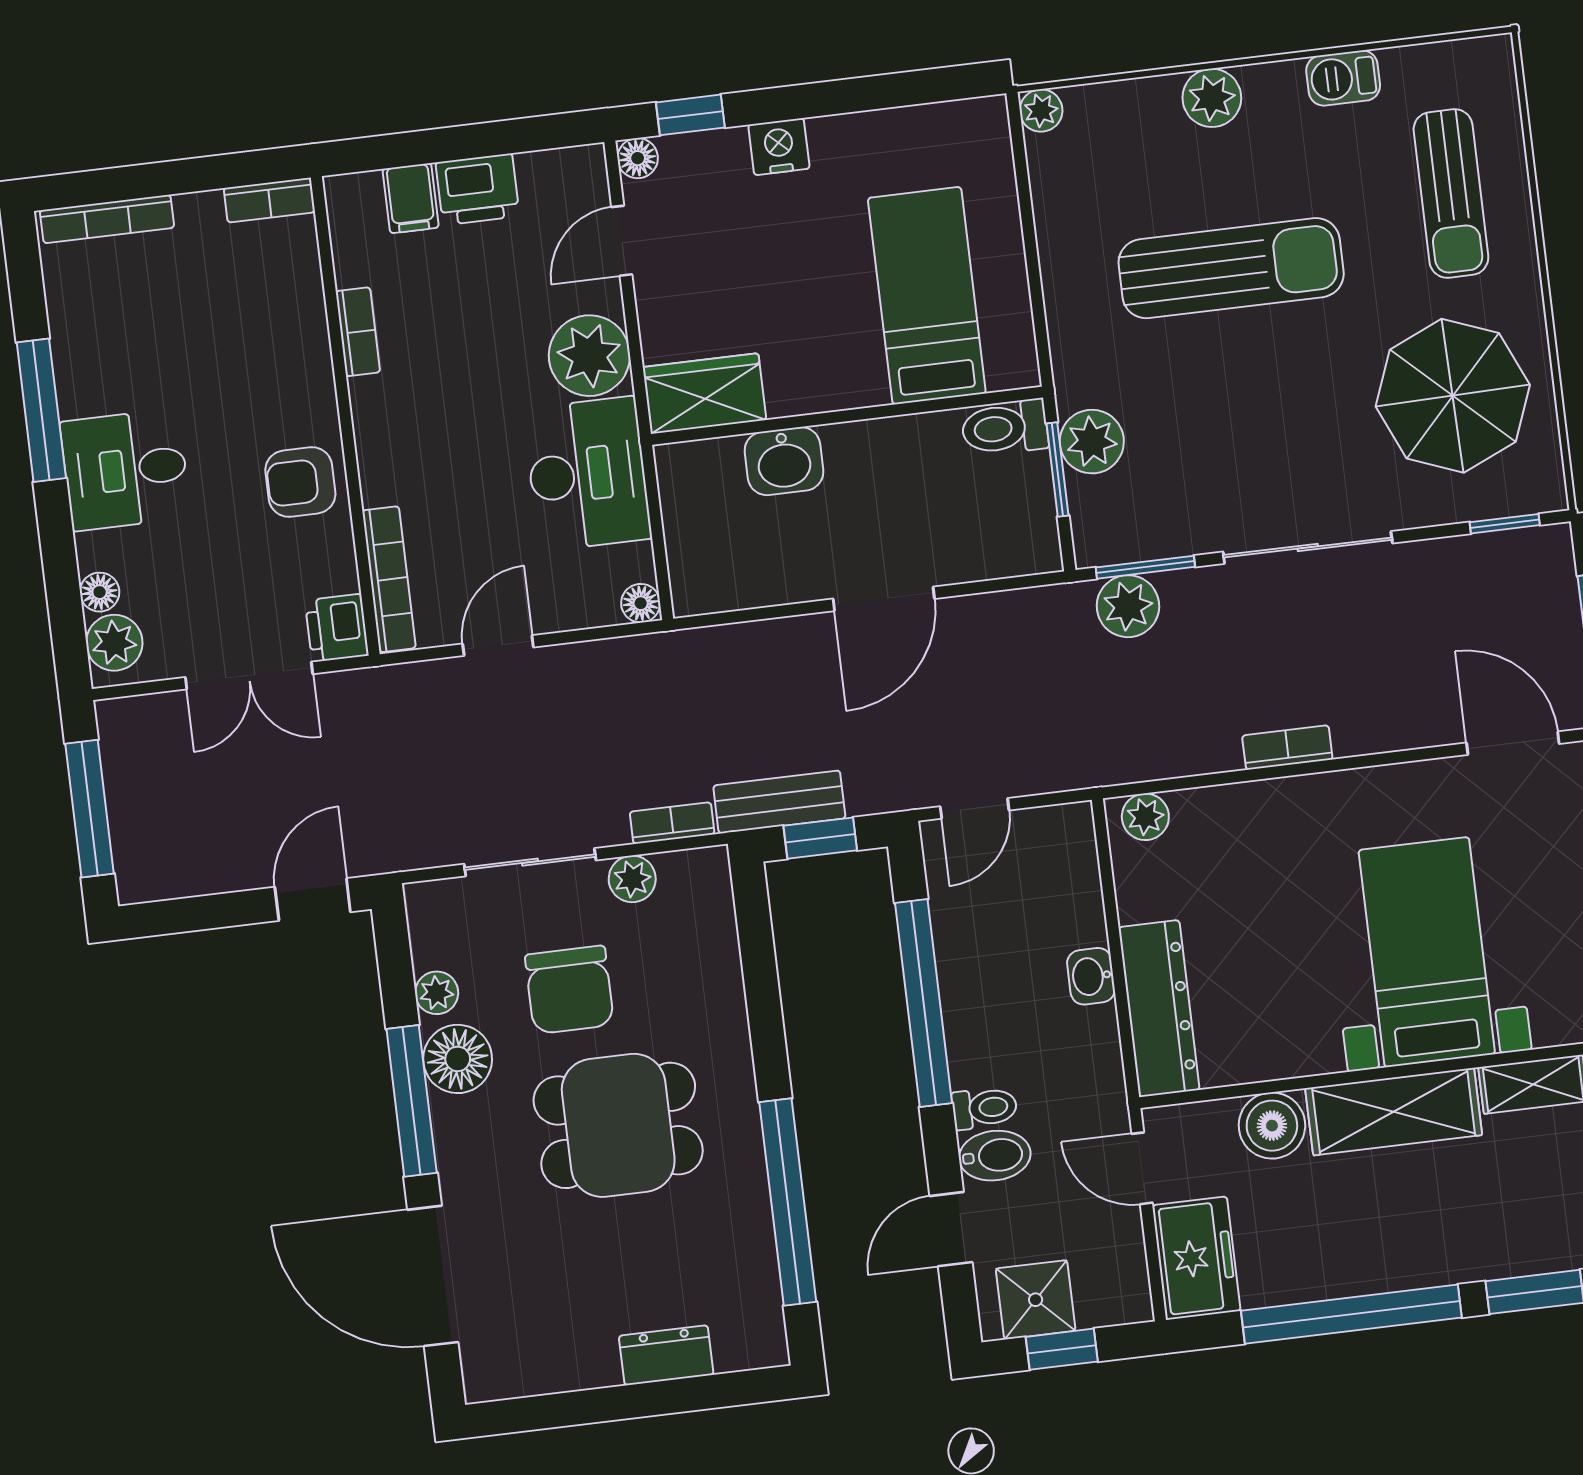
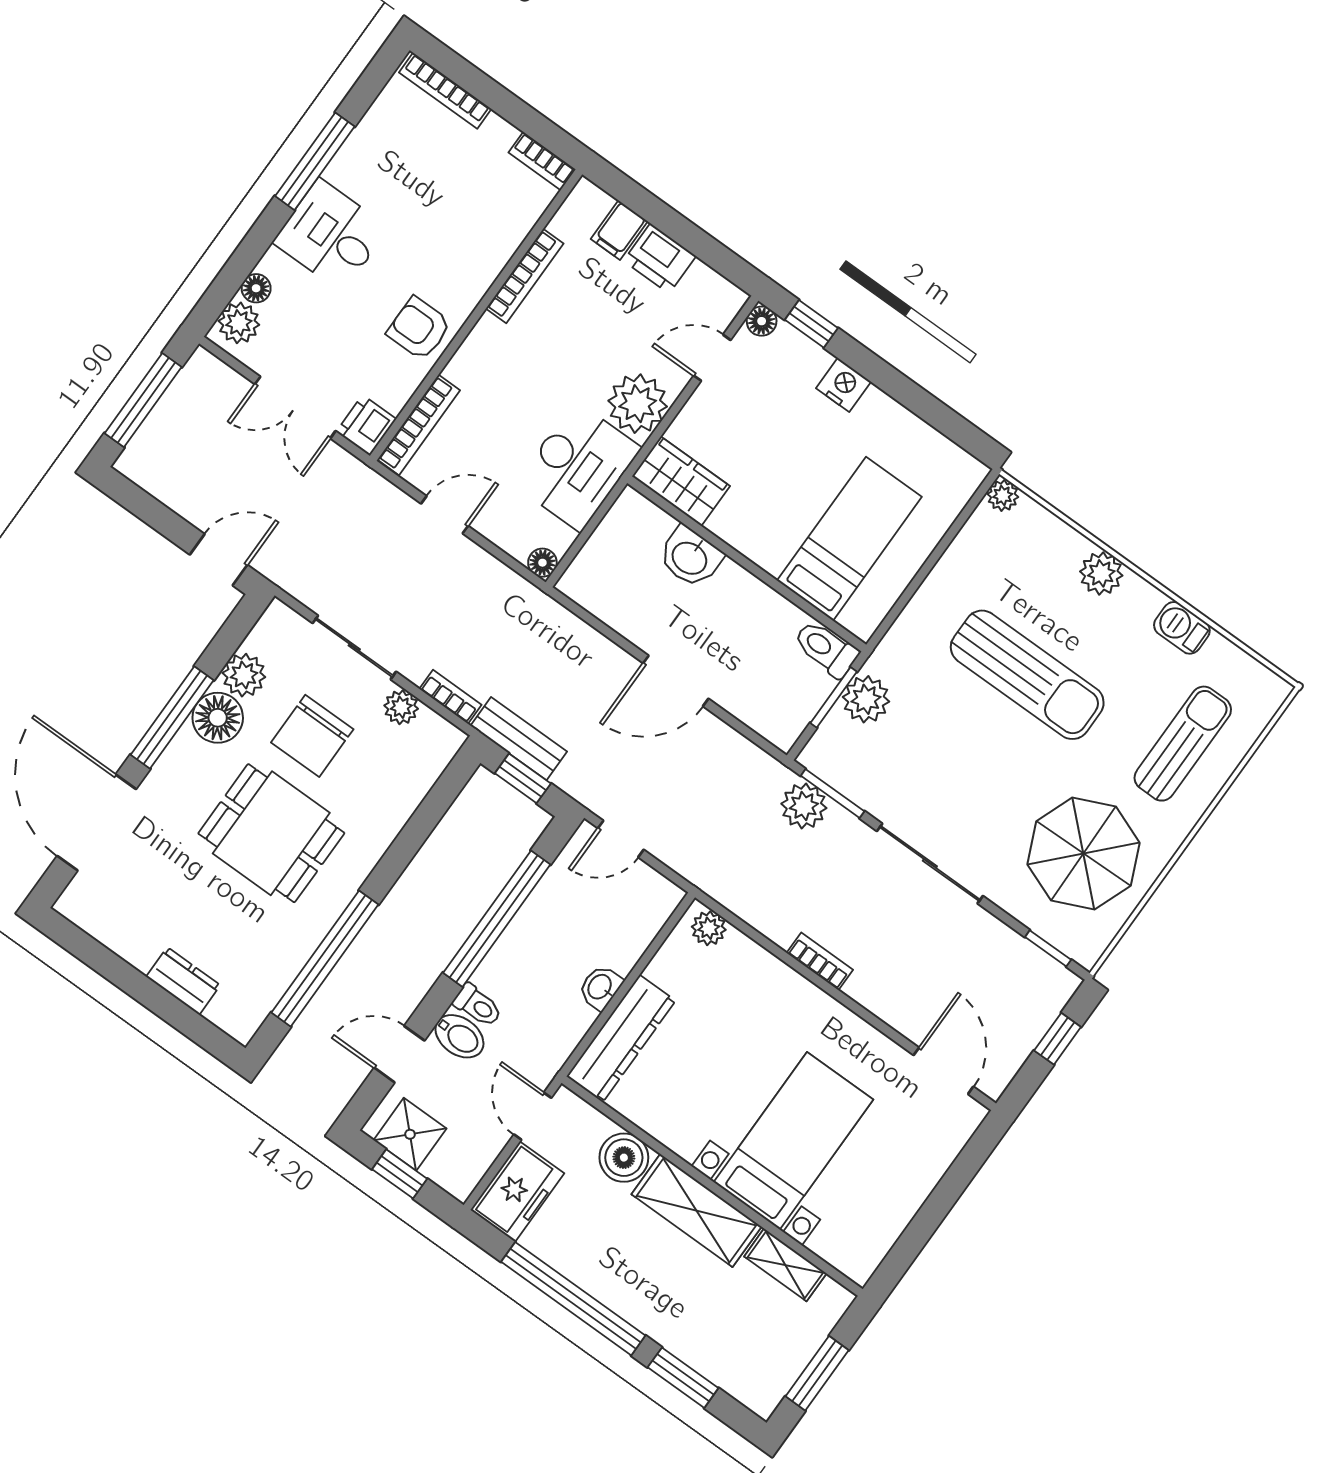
sun lounger: (1451, 193) -> (1183, 744), turned 180
bookcase: (358, 332) -> (525, 276), width x1.56
plant: (437, 993) -> (244, 675), width x1.38, depth x1.38

